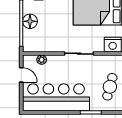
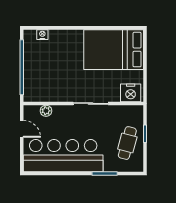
floor lamp: (30, 21) -> (32, 65), removed

